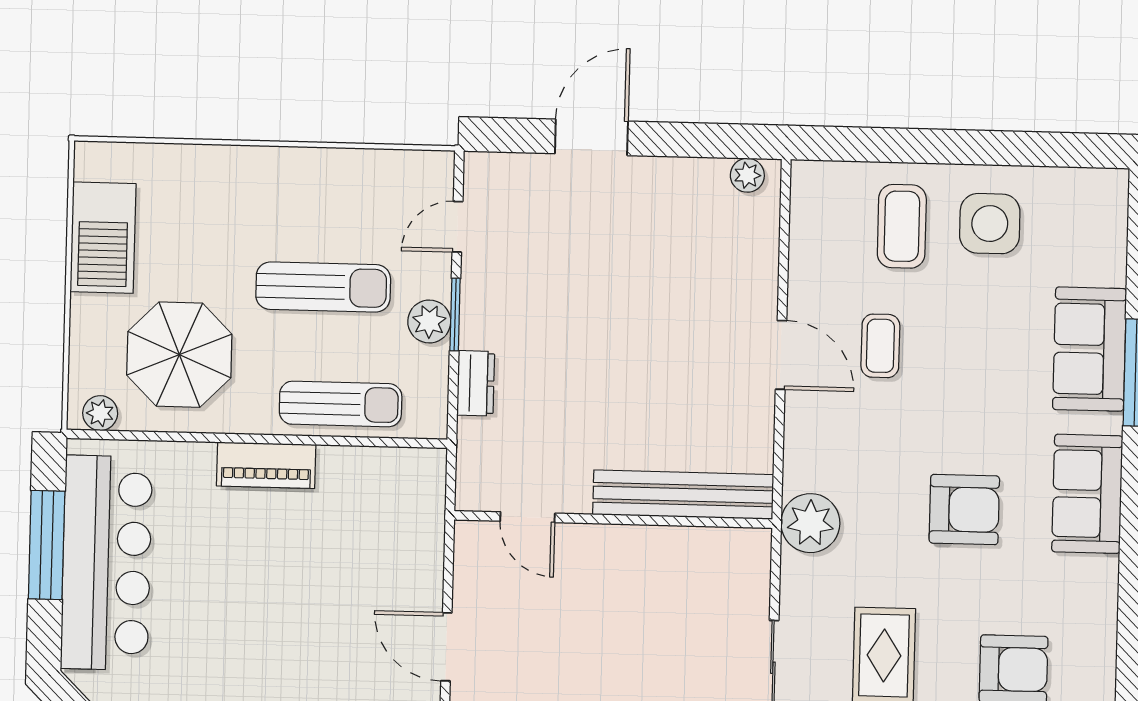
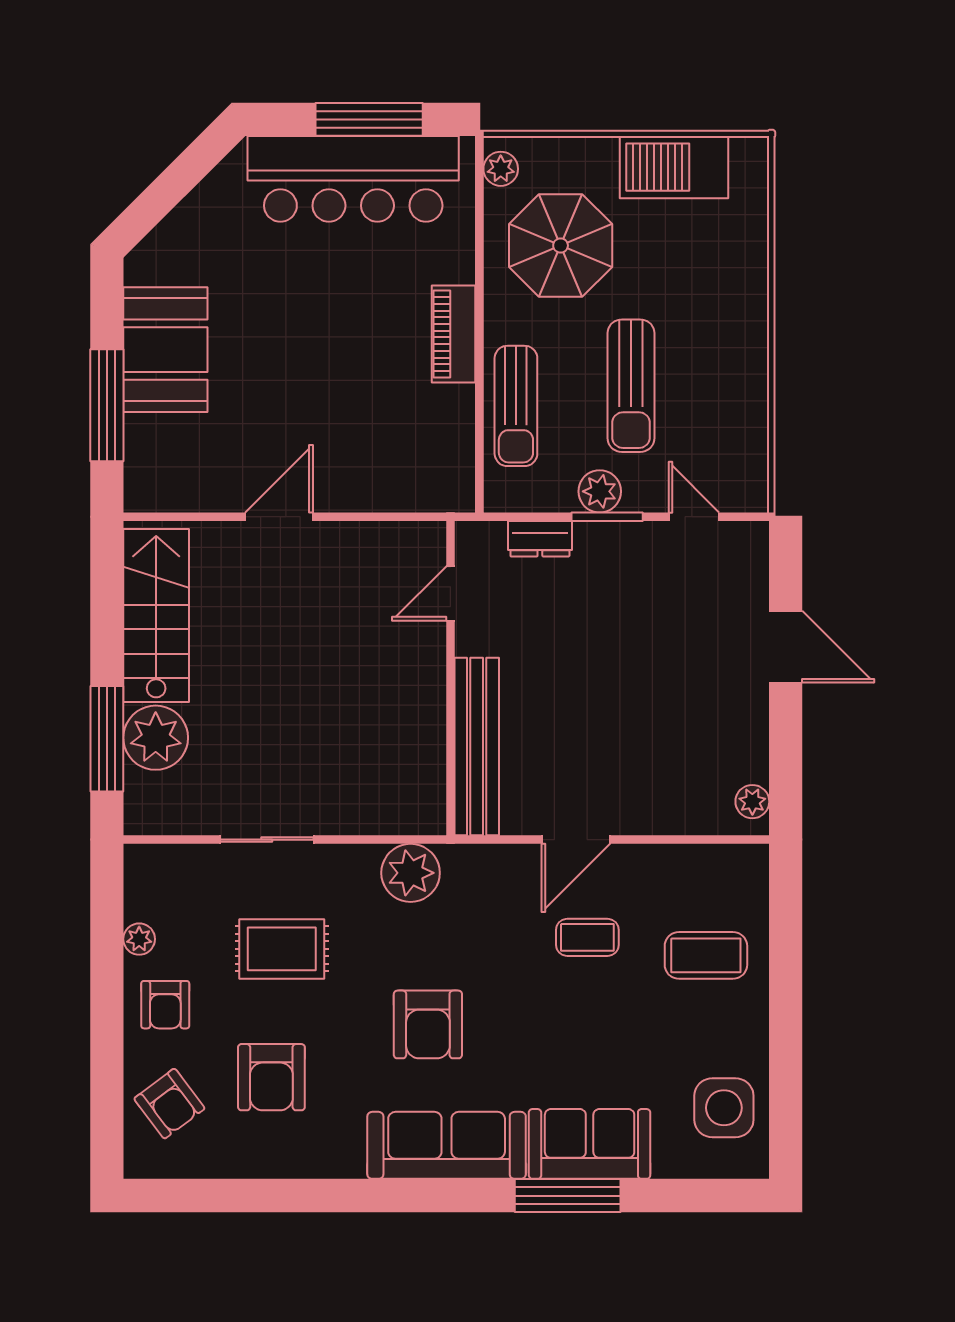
side table: (990, 224) -> (724, 1108), moved
sofa: (1087, 494) -> (447, 1145), width x1.36
bench: (683, 495) -> (477, 747), moved
door: (528, 517) -> (450, 593), moved
wall: (613, 519) -> (450, 678), moved

